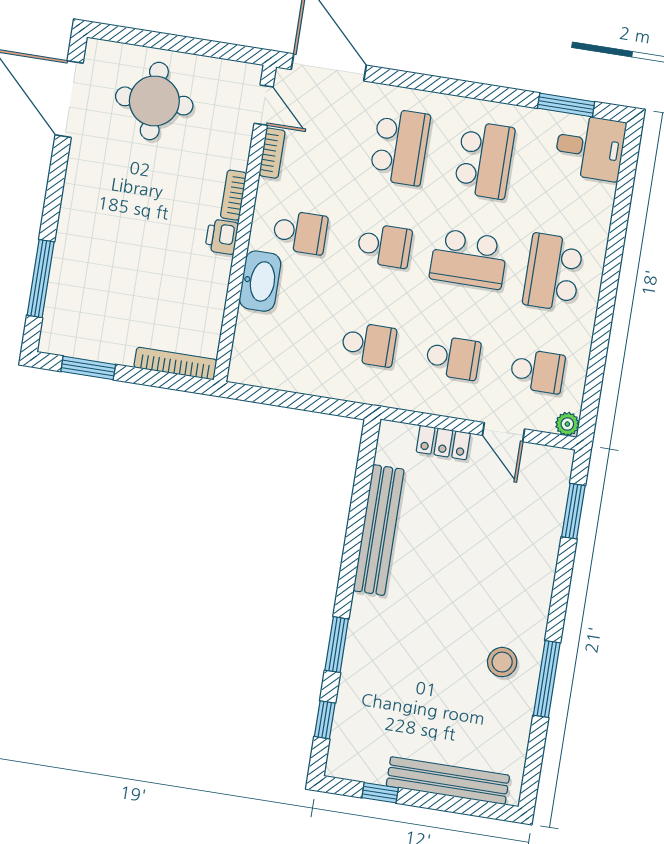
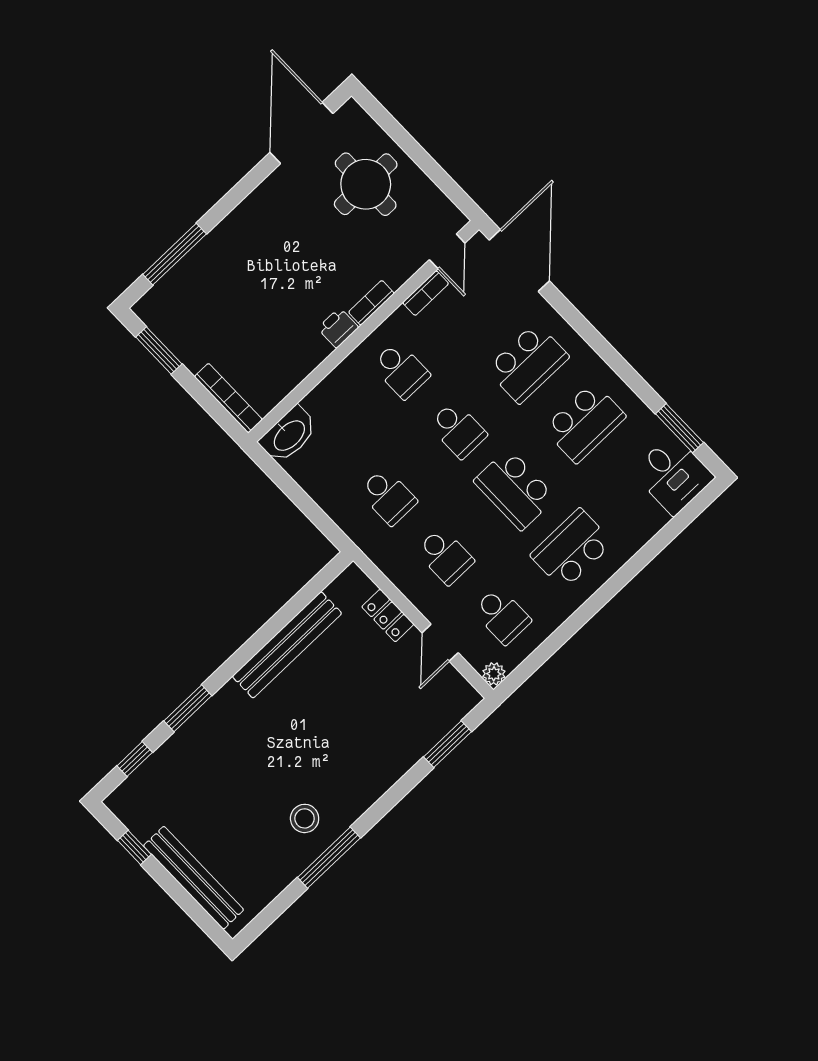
washbasin: (260, 281) -> (289, 435), moved

